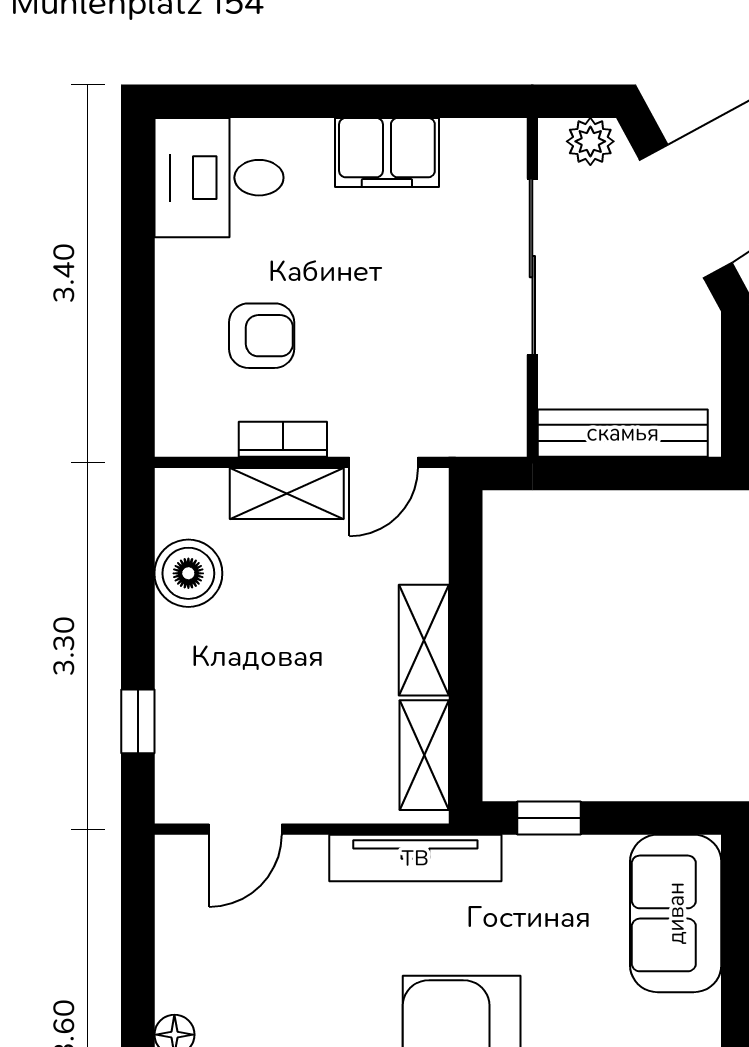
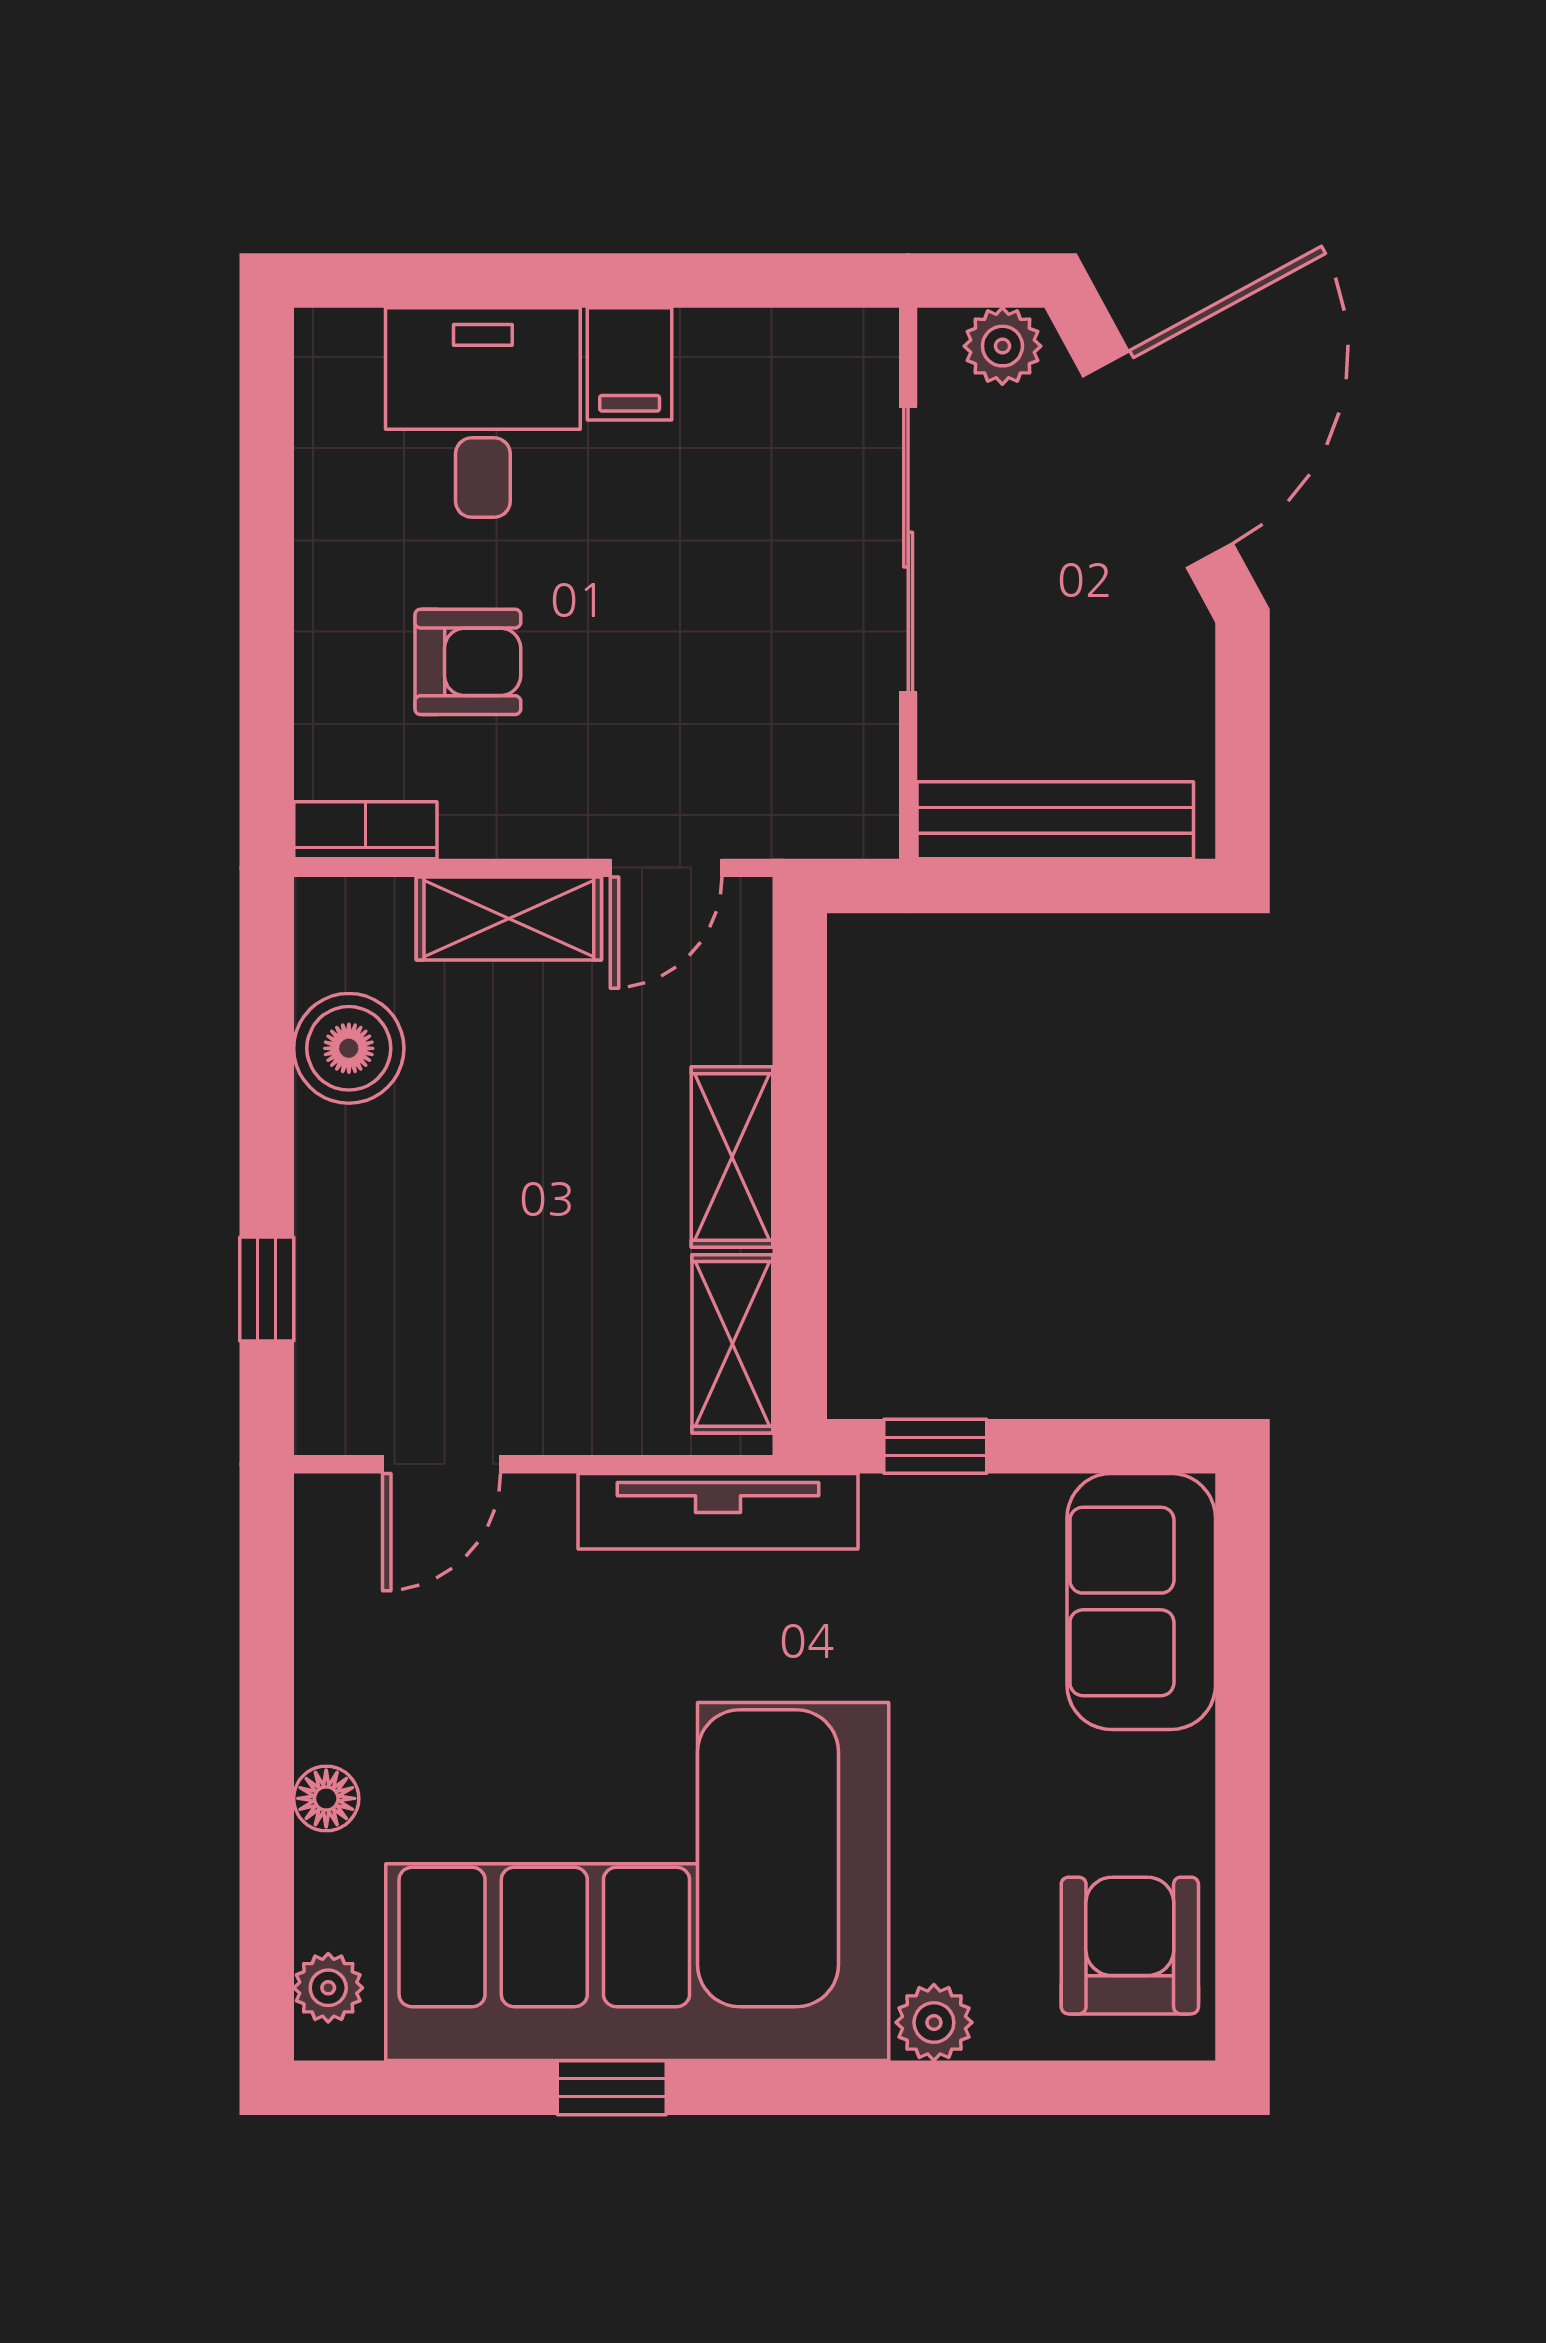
filing cabinet: (387, 152) -> (630, 364), width x0.50
desk: (219, 178) -> (483, 413), moved, turned 90
bookcase: (283, 439) -> (365, 830), moved

